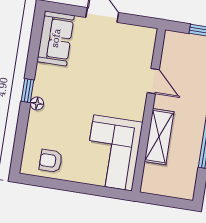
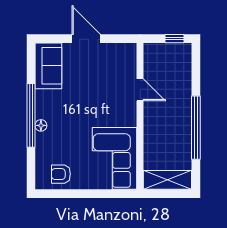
window: (28, 91) -> (31, 115), width x3.17
shelving: (159, 137) -> (167, 180), moved, turned 90

